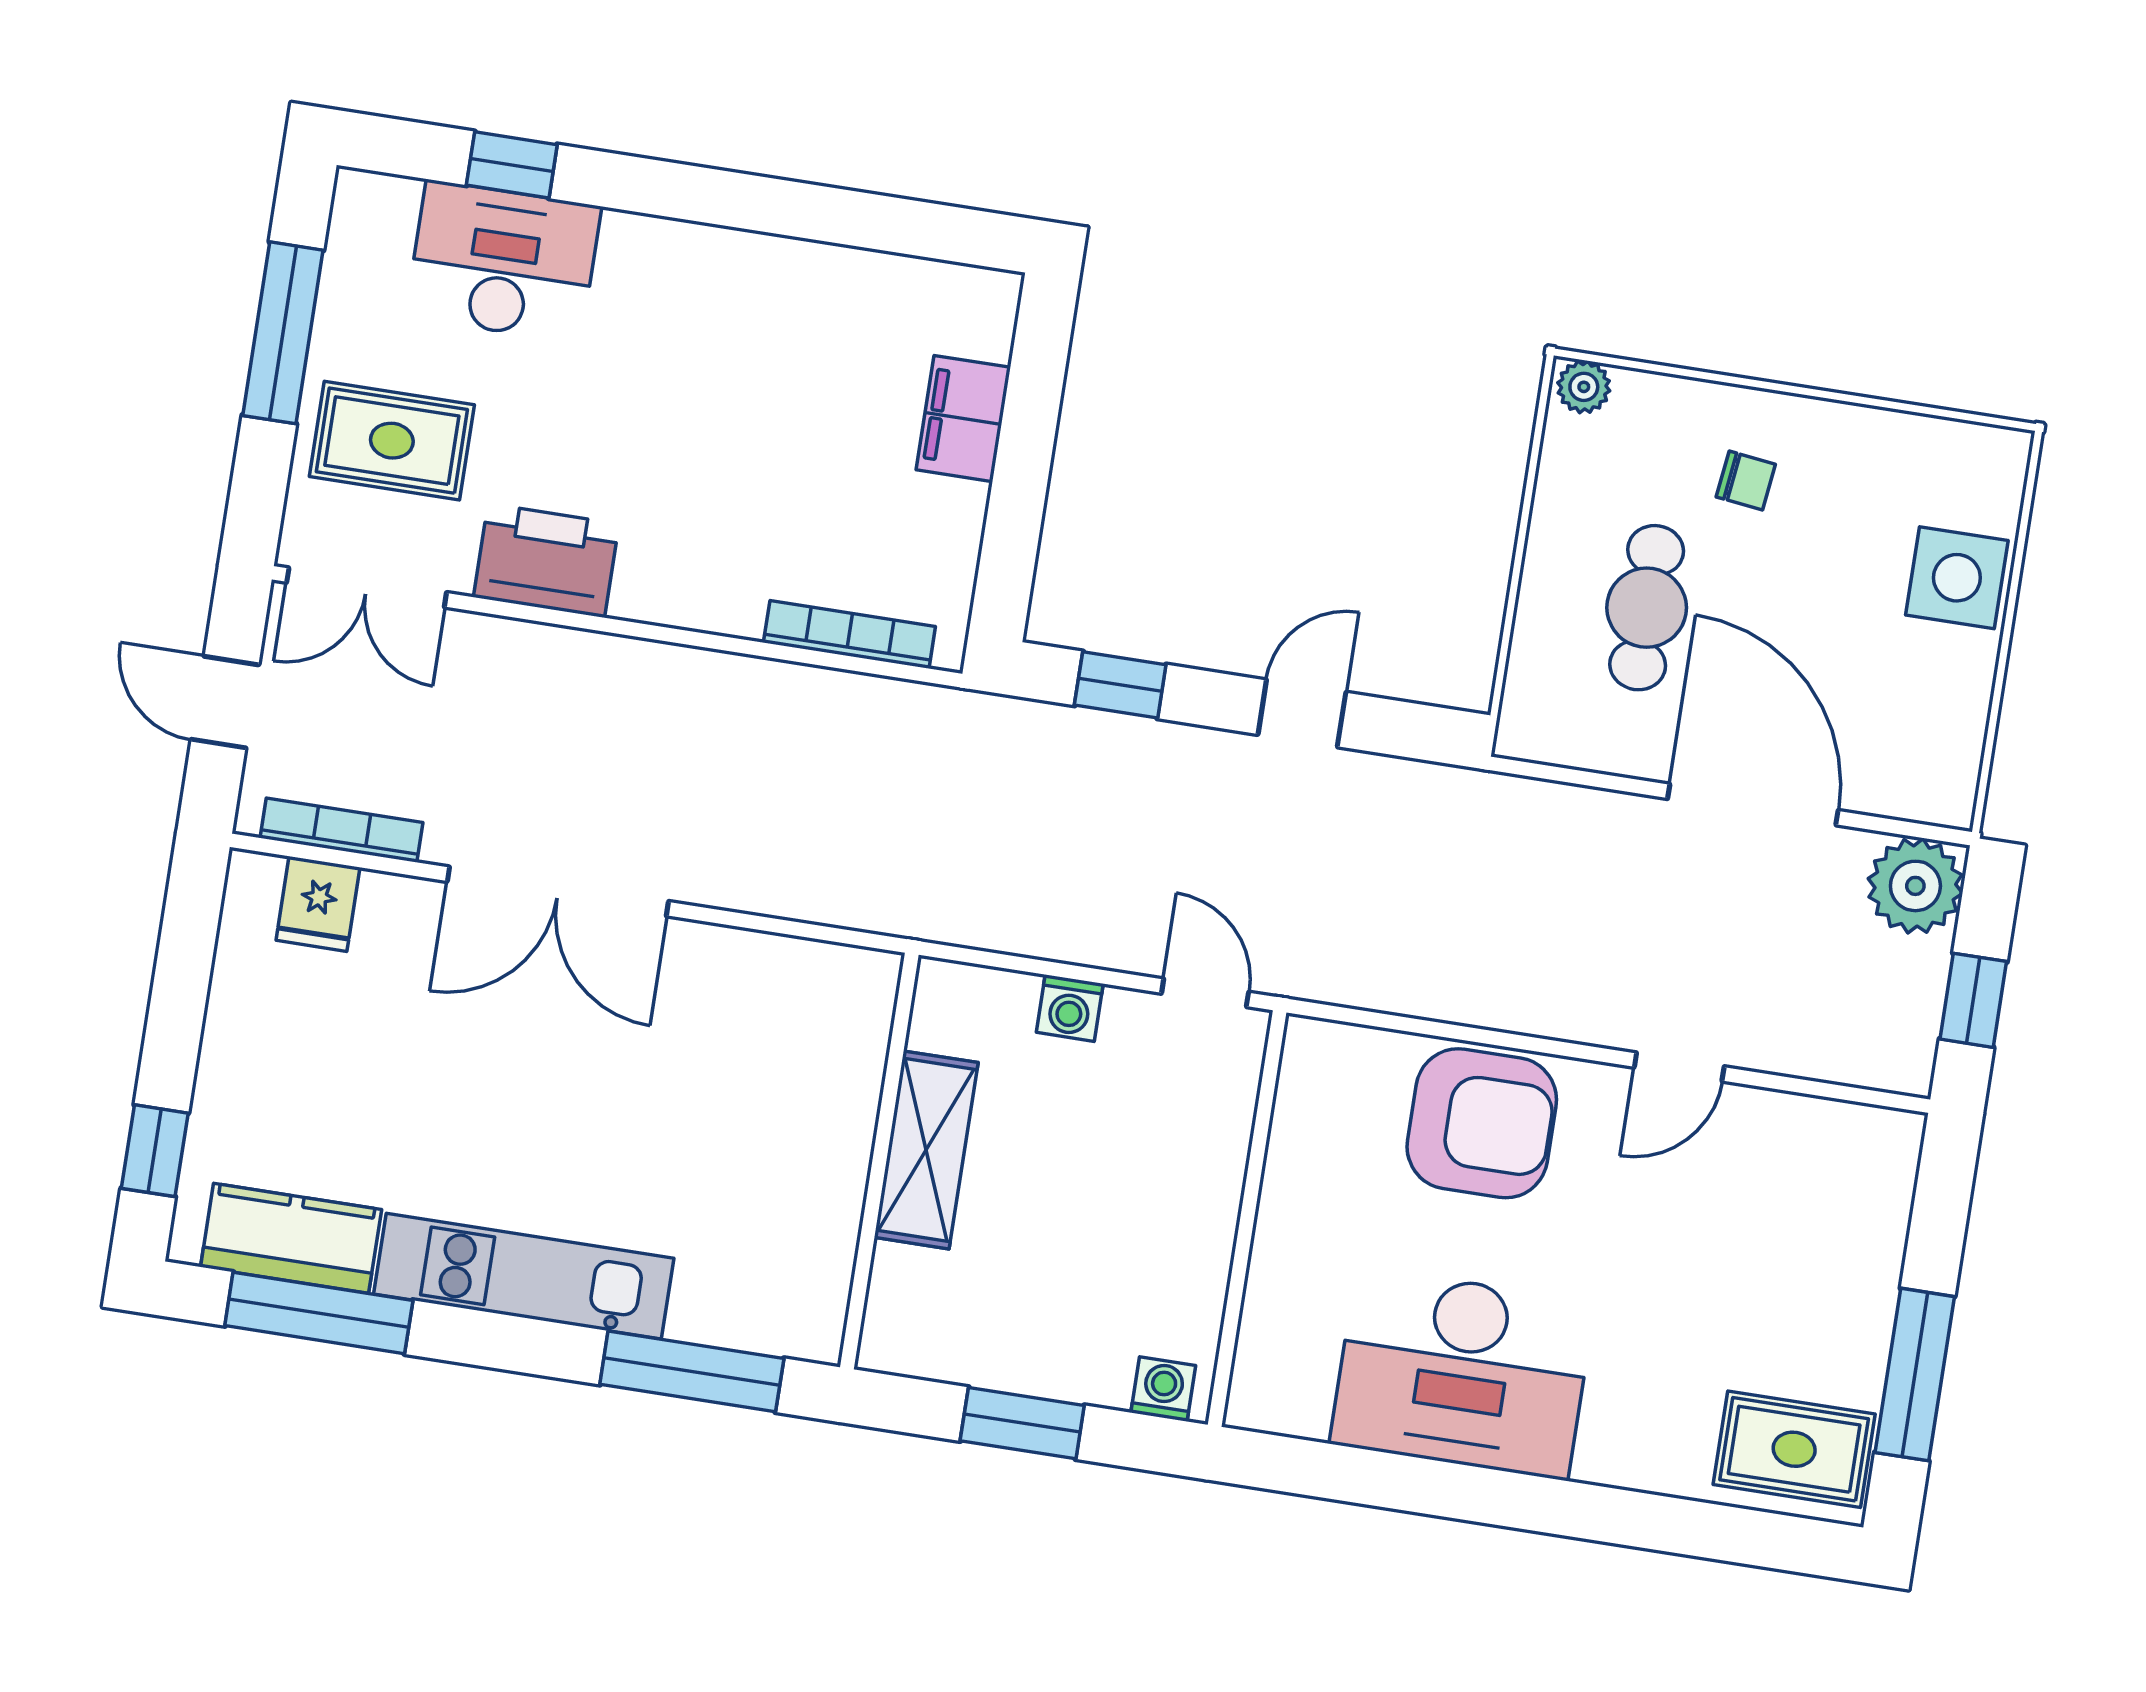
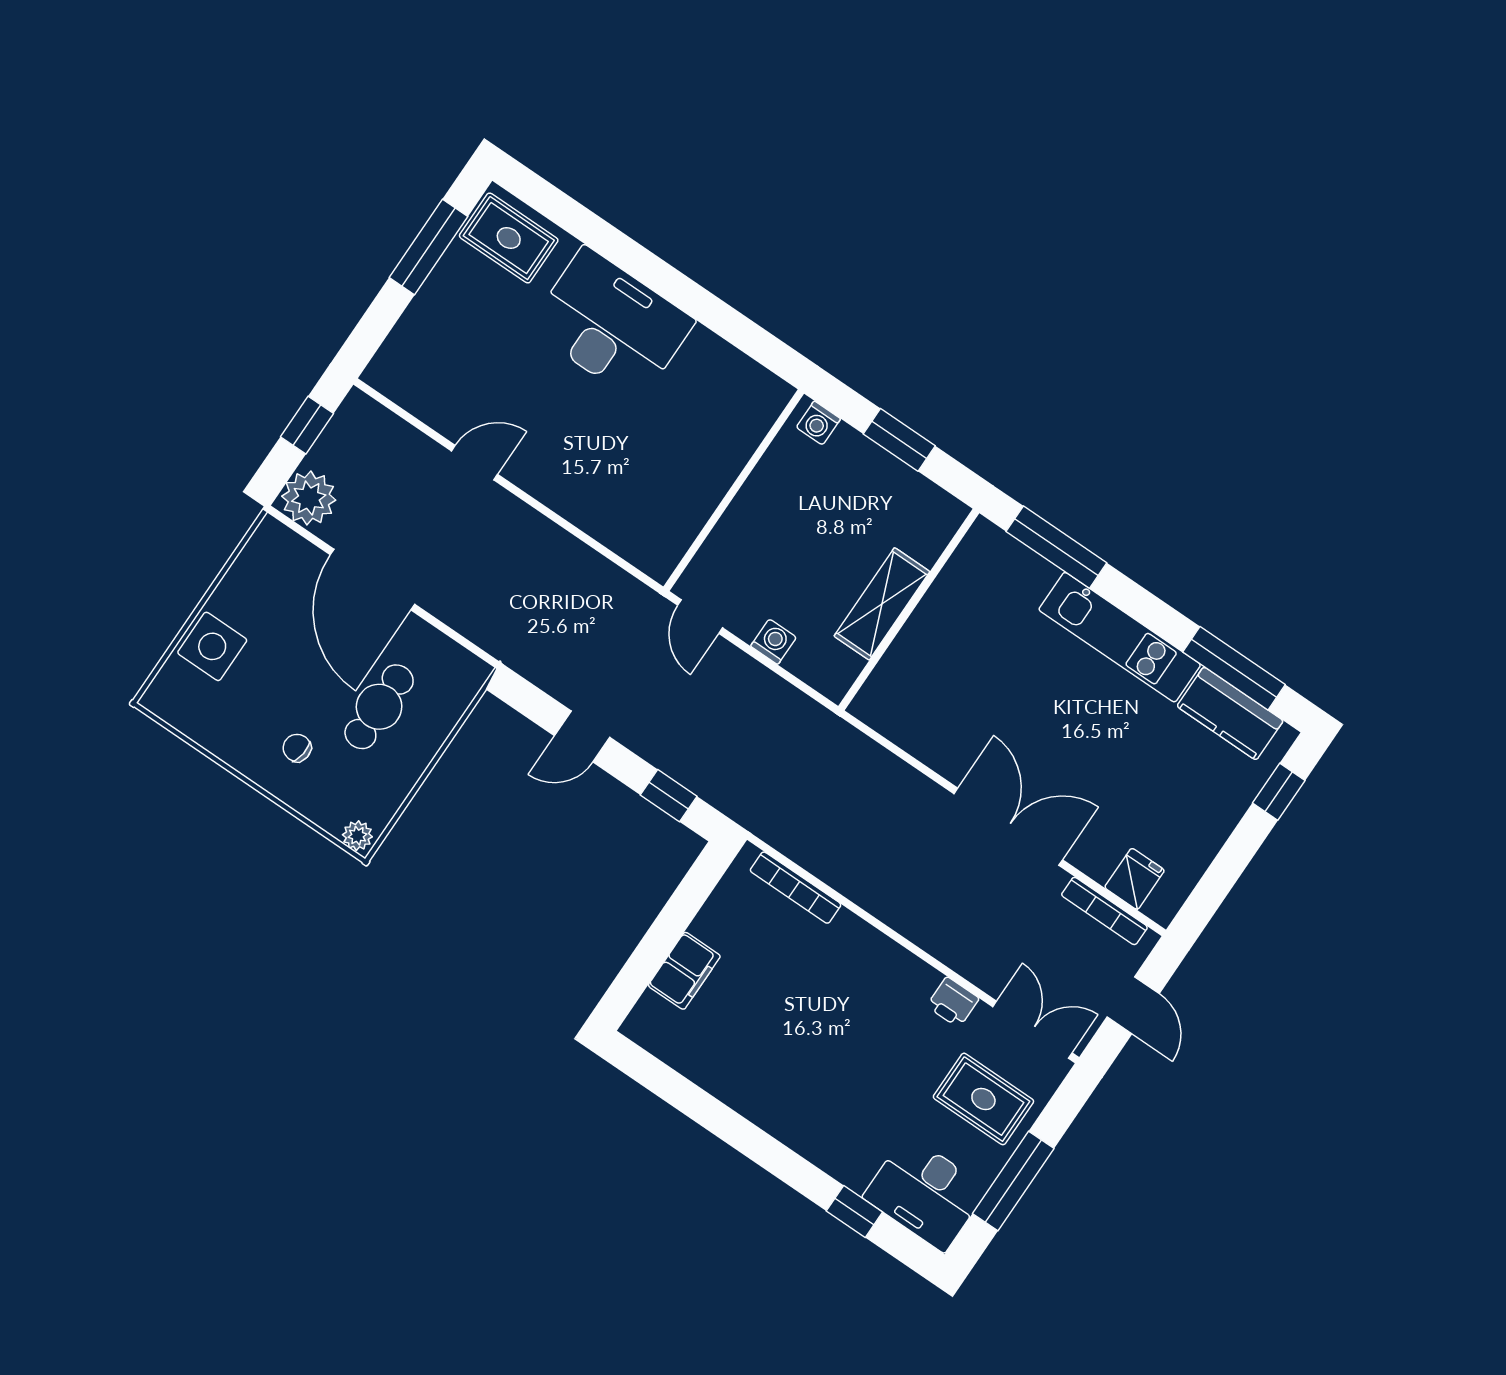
desk: (503, 262) -> (925, 1193), moved
printer: (546, 561) -> (953, 1002), width x0.53, depth x0.68
armchair: (1482, 1123) -> (590, 482), removed
desk: (1462, 1373) -> (611, 325), moved

